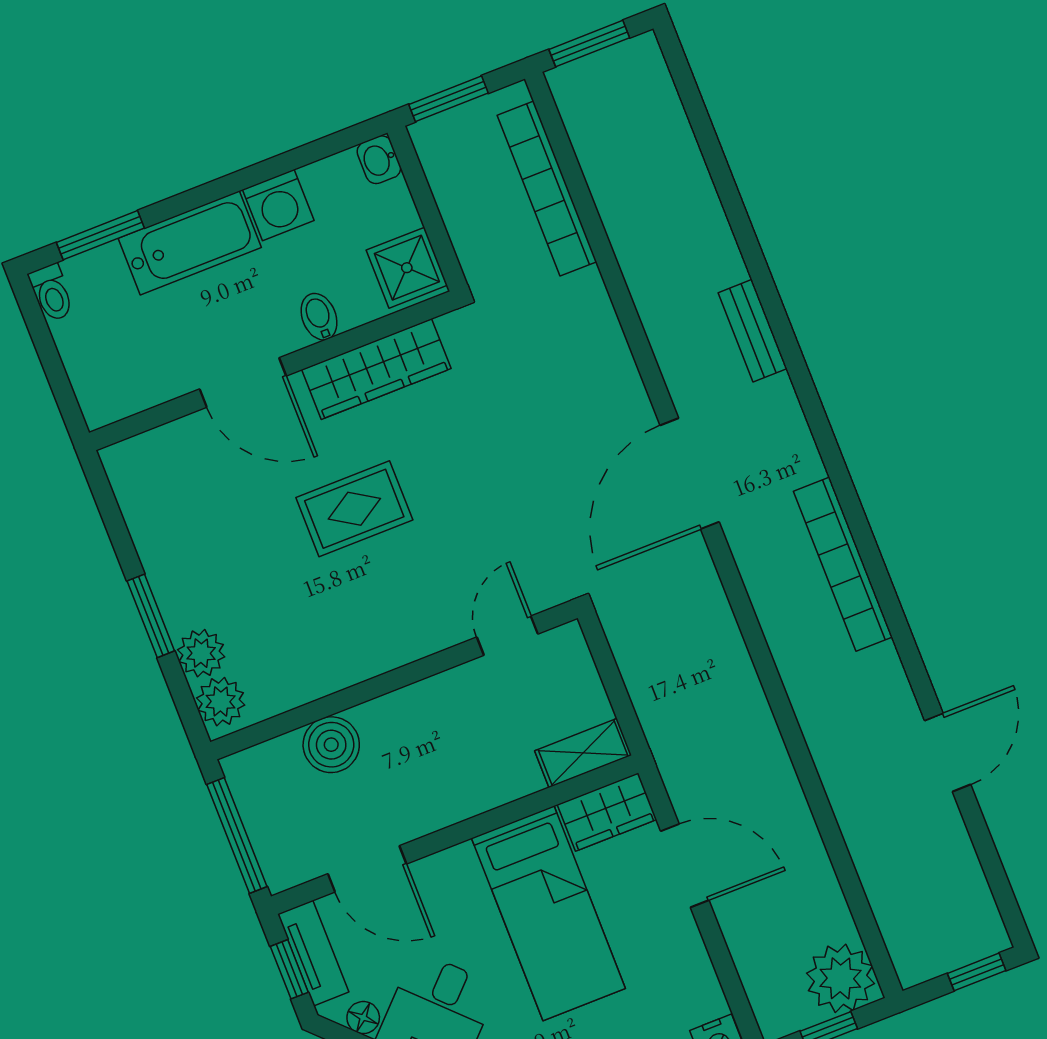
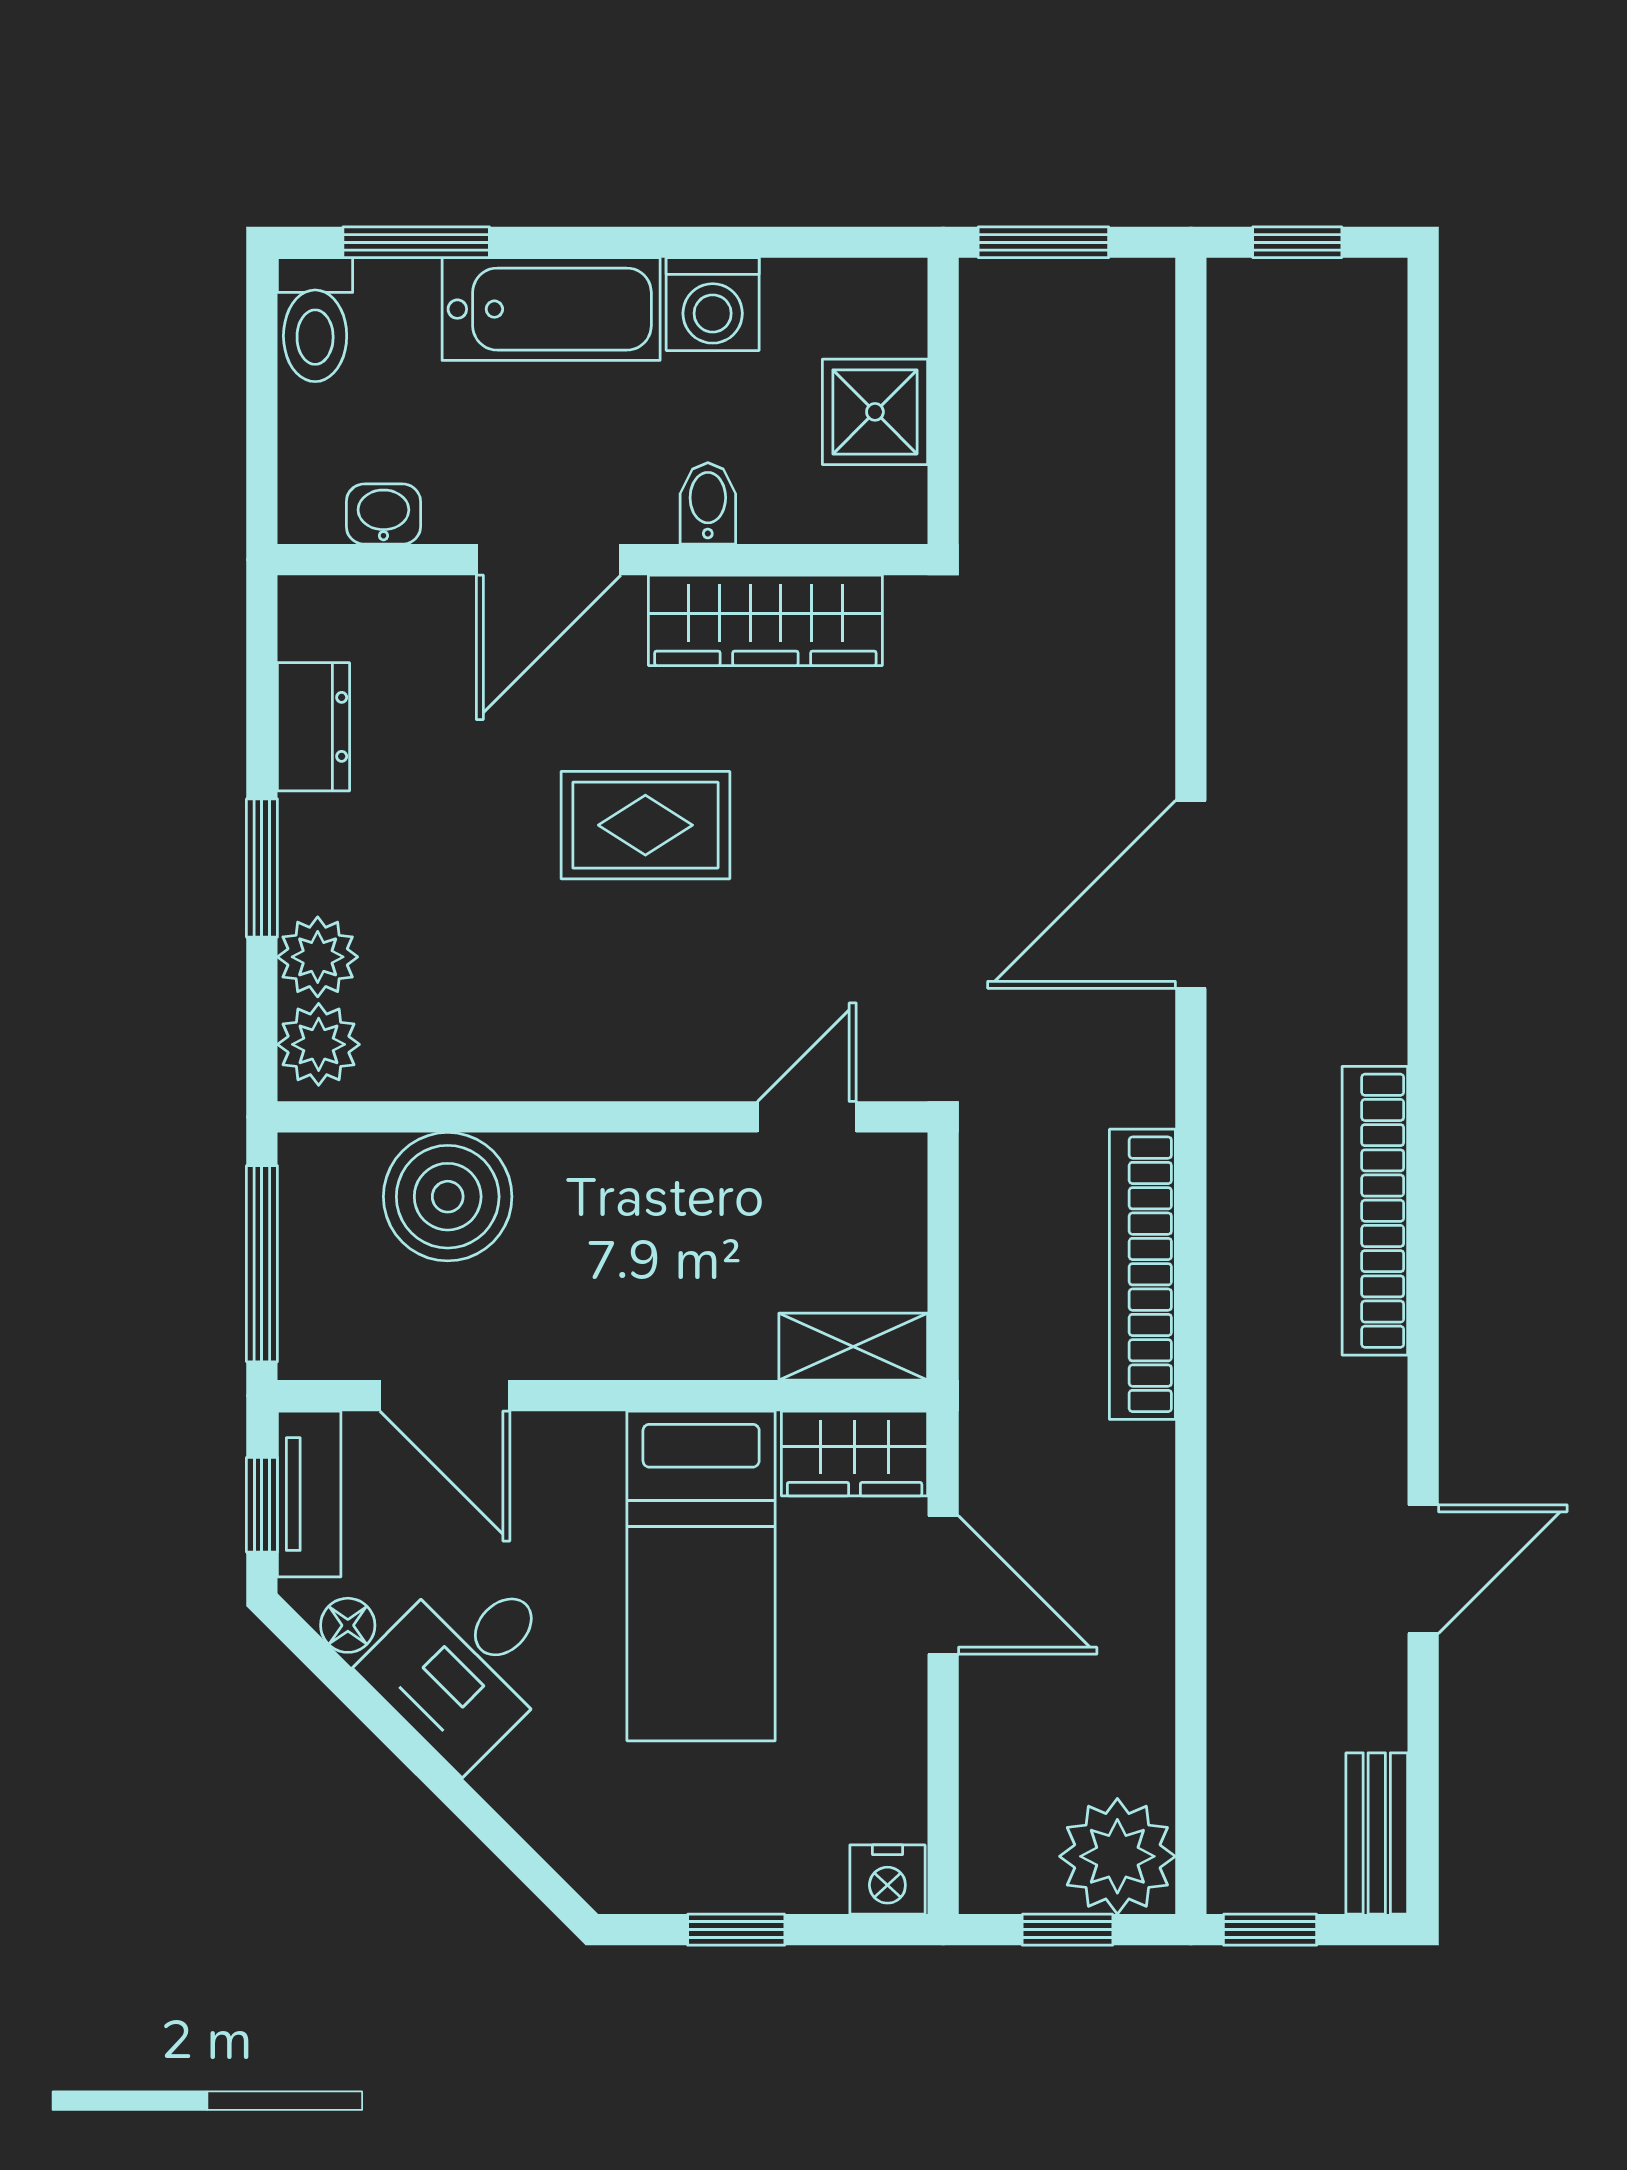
window: (589, 44) -> (1297, 242), width x0.67
washbasin: (379, 160) -> (383, 514), moved, turned 90
bookcase: (547, 188) -> (1142, 1274), moved
shower: (407, 268) -> (875, 412), moved
toilet: (52, 293) -> (315, 320), width x1.37, depth x1.39
bench: (753, 331) -> (1377, 1834), moved
door: (243, 383) -> (549, 560), hinge flipped
door: (690, 474) -> (1191, 894), moved
dresser: (149, 526) -> (314, 727), added
boiler: (331, 745) -> (448, 1197), width x1.37, depth x1.37
window: (977, 972) -> (1270, 1930), moved

